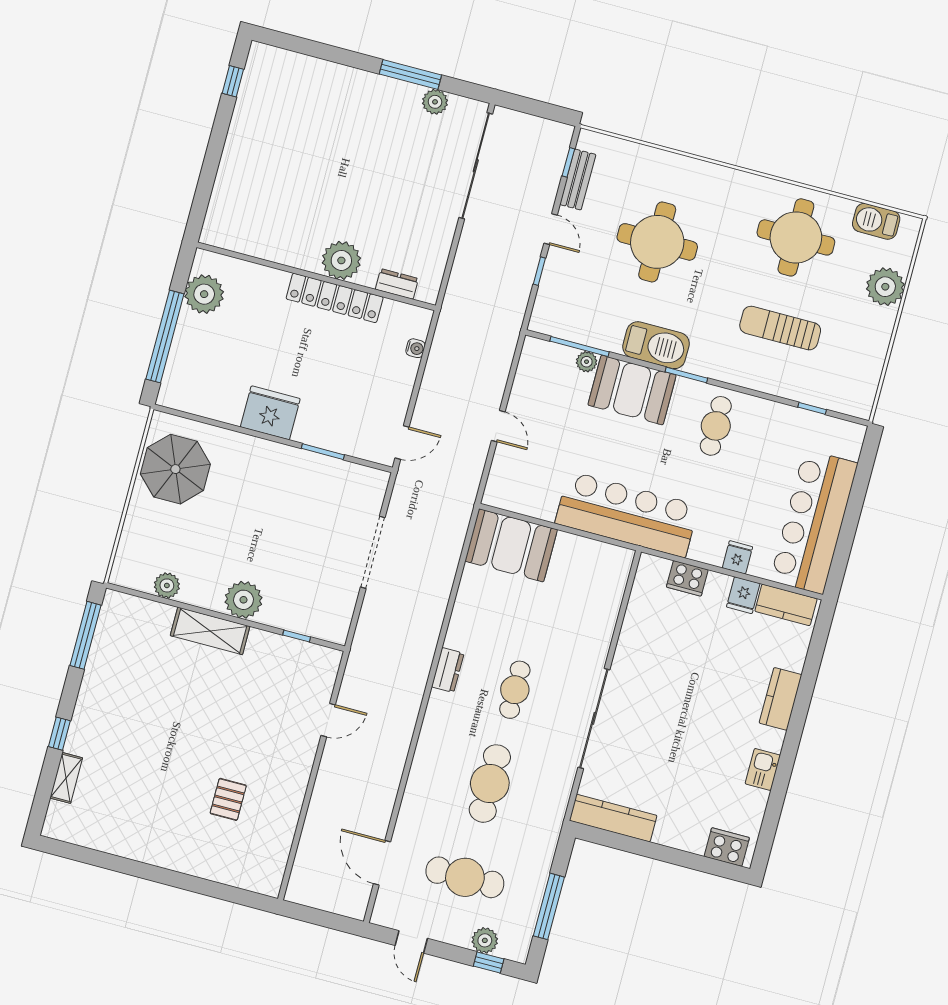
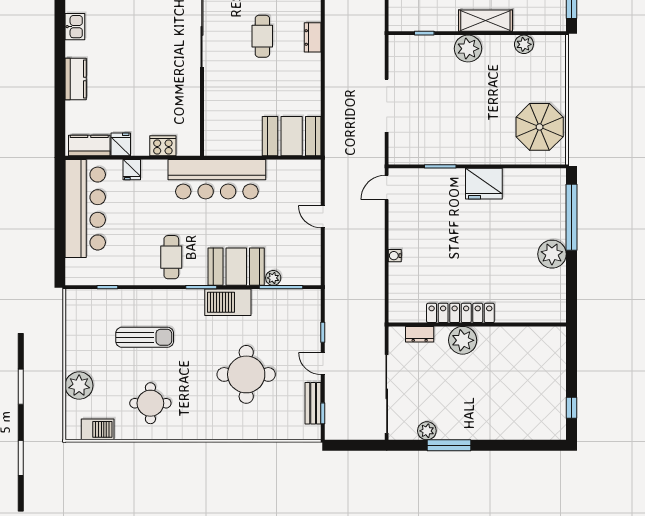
round table: (796, 237) -> (150, 403), width x0.73, depth x0.73
plant: (341, 260) -> (463, 340), moved
wall: (316, 276) -> (477, 325), moved
dresser: (397, 284) -> (420, 334), moved
locker: (335, 298) -> (460, 313), moved

